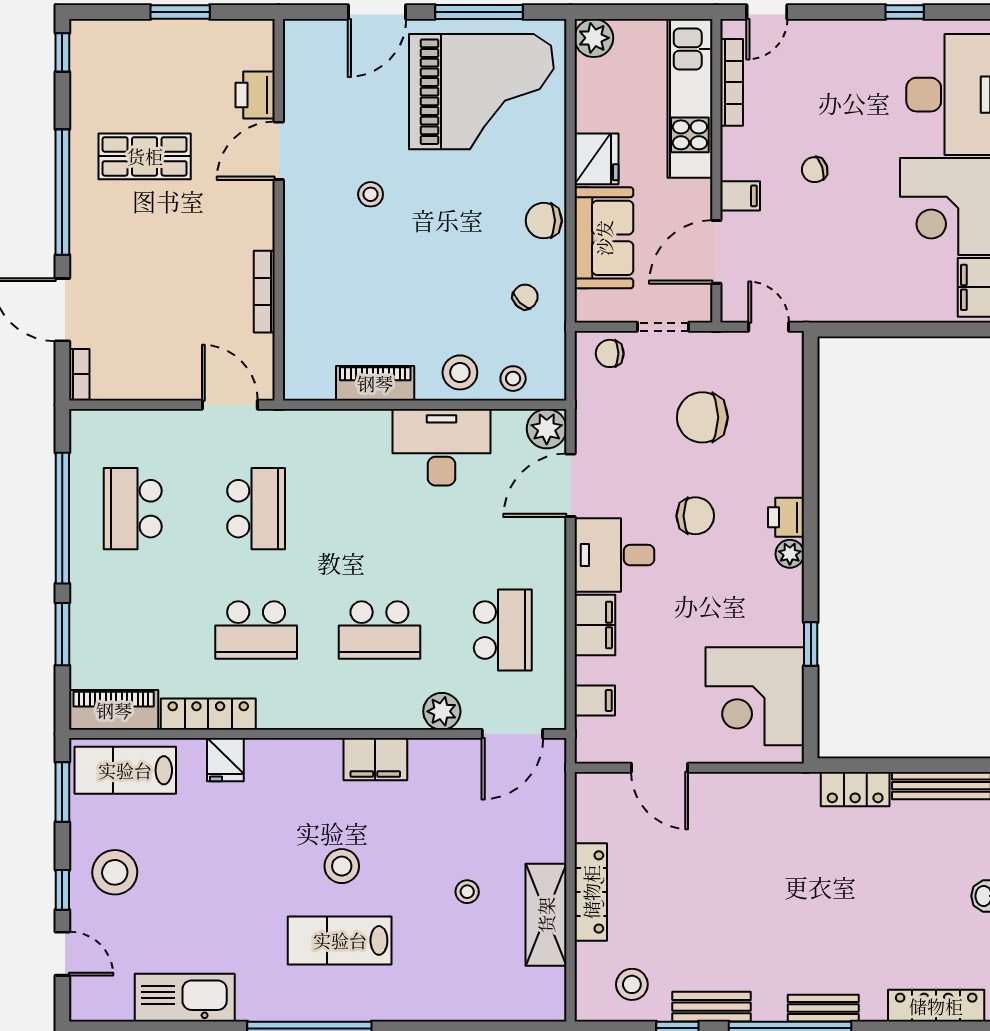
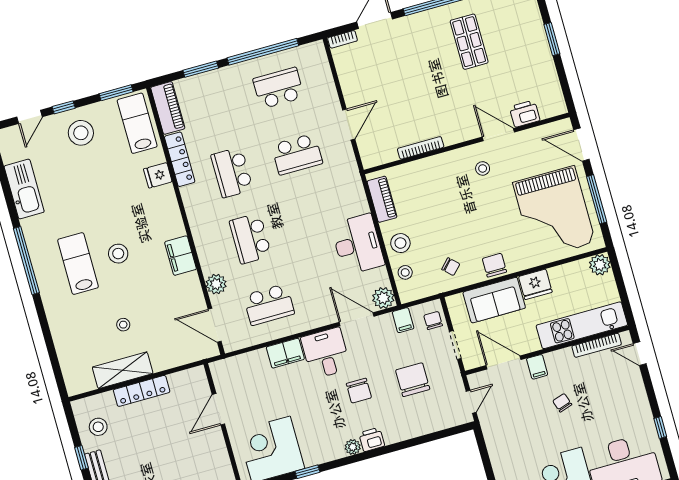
printer: (255, 95) -> (525, 114), moved
door: (279, 151) -> (498, 135), moved
wall: (279, 210) -> (467, 143), moved
bookcase: (264, 292) -> (421, 148), moved
filing cabinet: (595, 700) -> (403, 320), moved

